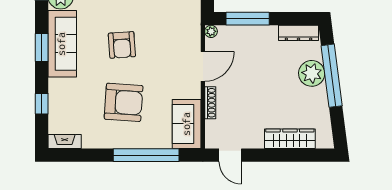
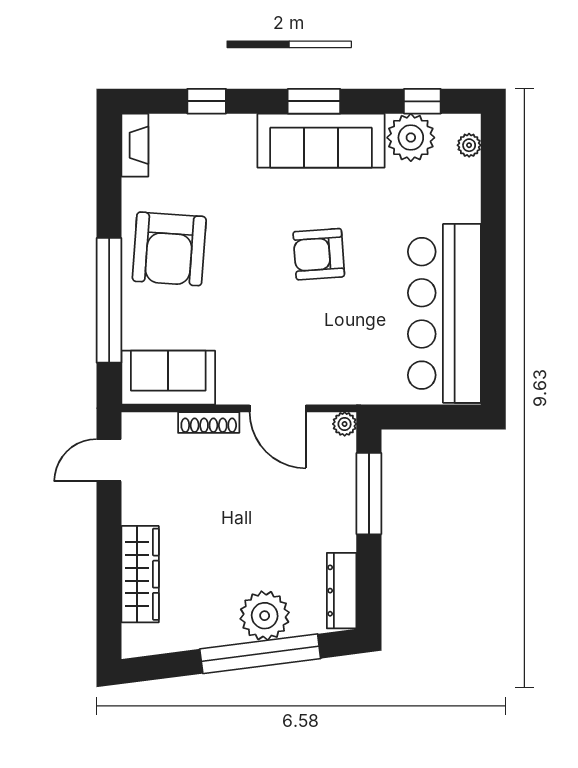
armchair: (124, 102) -> (169, 249), moved

